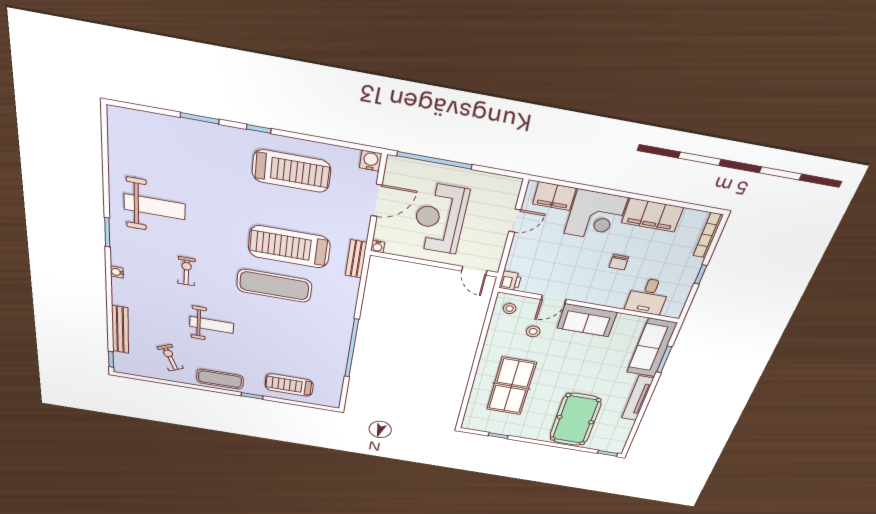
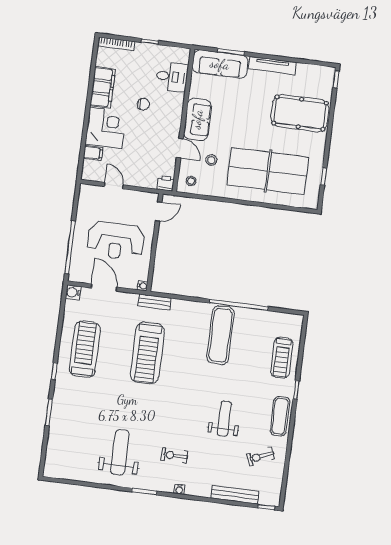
filing cabinet: (554, 196) -> (93, 153), width x0.50
exercise bike: (186, 271) -> (174, 456), moved
exercise mat: (274, 286) -> (220, 335), moved
table tennis table: (511, 386) -> (268, 171), width x1.36, depth x1.32

